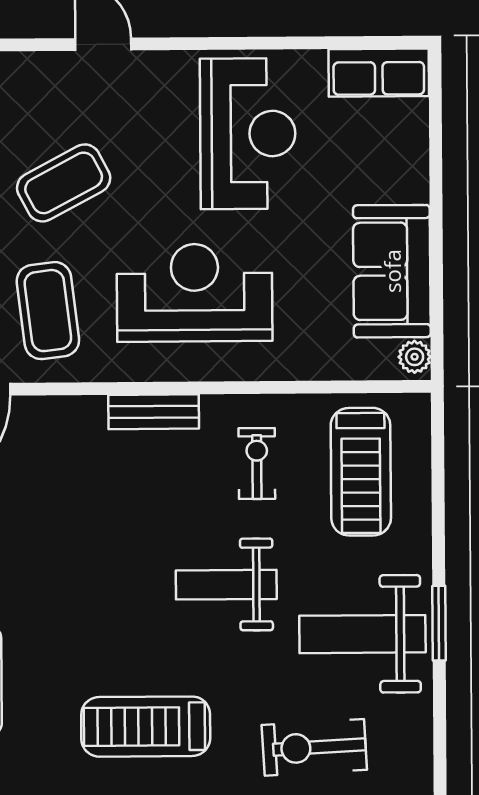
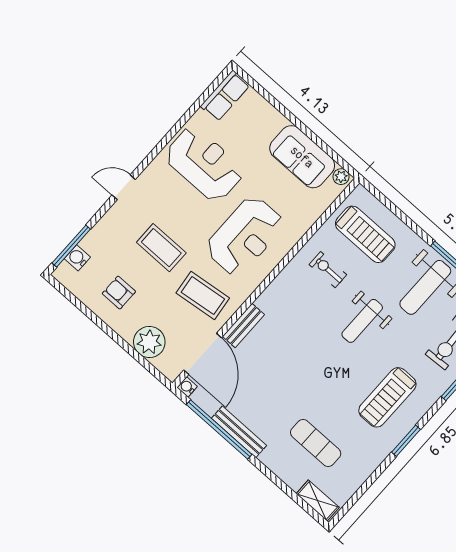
coffee table: (64, 183) -> (161, 248), turned -62
reception desk: (195, 293) -> (245, 236), turned 180
bench: (154, 412) -> (244, 325), moved

